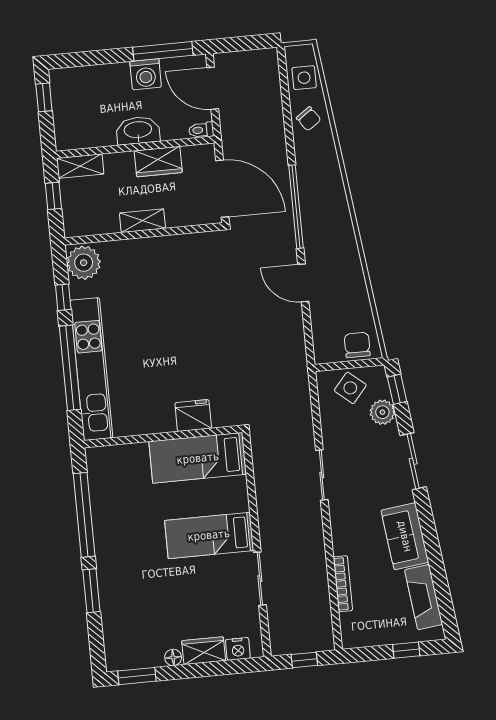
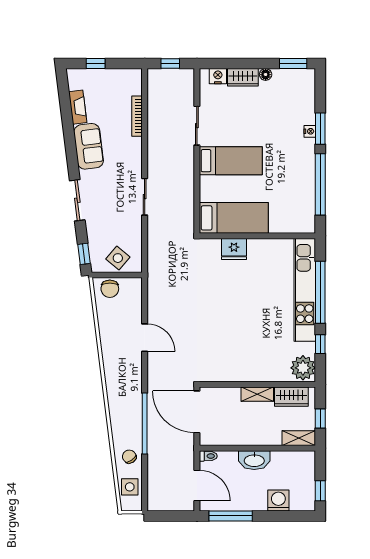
washing machine: (146, 74) -> (278, 500), moved
wardrobe: (158, 162) -> (291, 397), moved, turned 180
window: (296, 207) -> (145, 424), moved
plant: (382, 412) -> (96, 238), removed
nightstand: (105, 586) -> (310, 131), added
fireplace: (424, 597) -> (78, 107), width x0.73, depth x0.76

